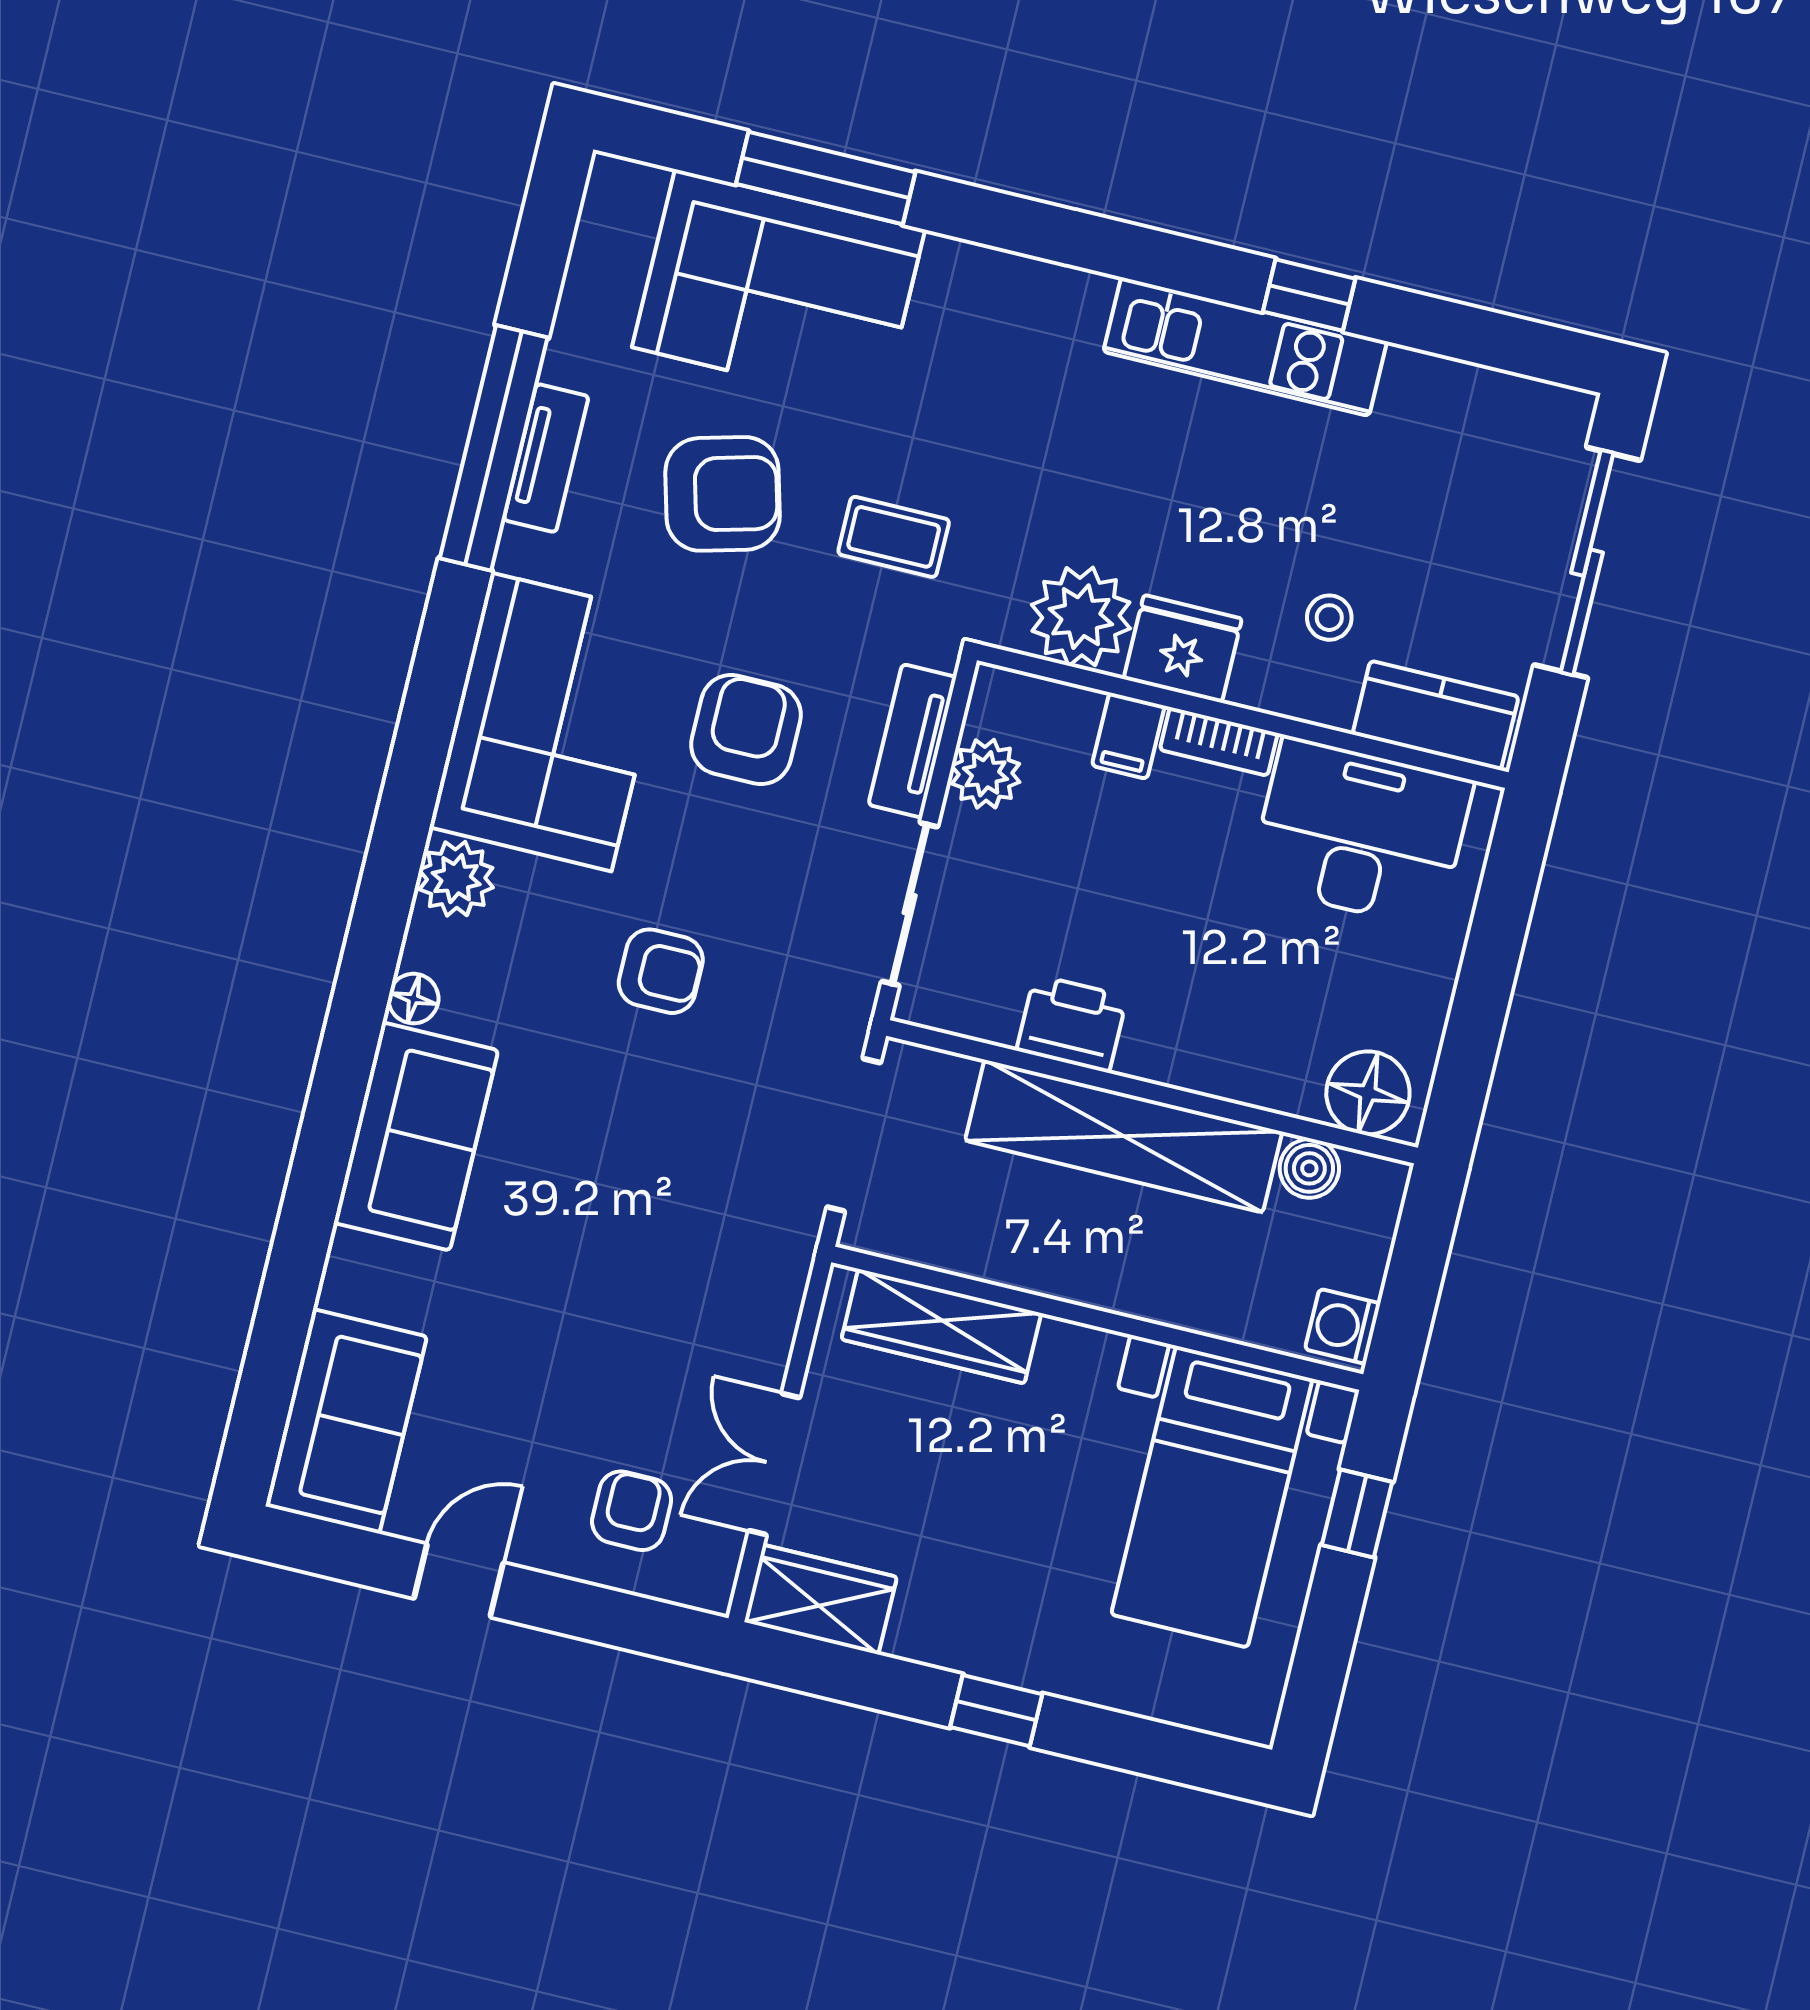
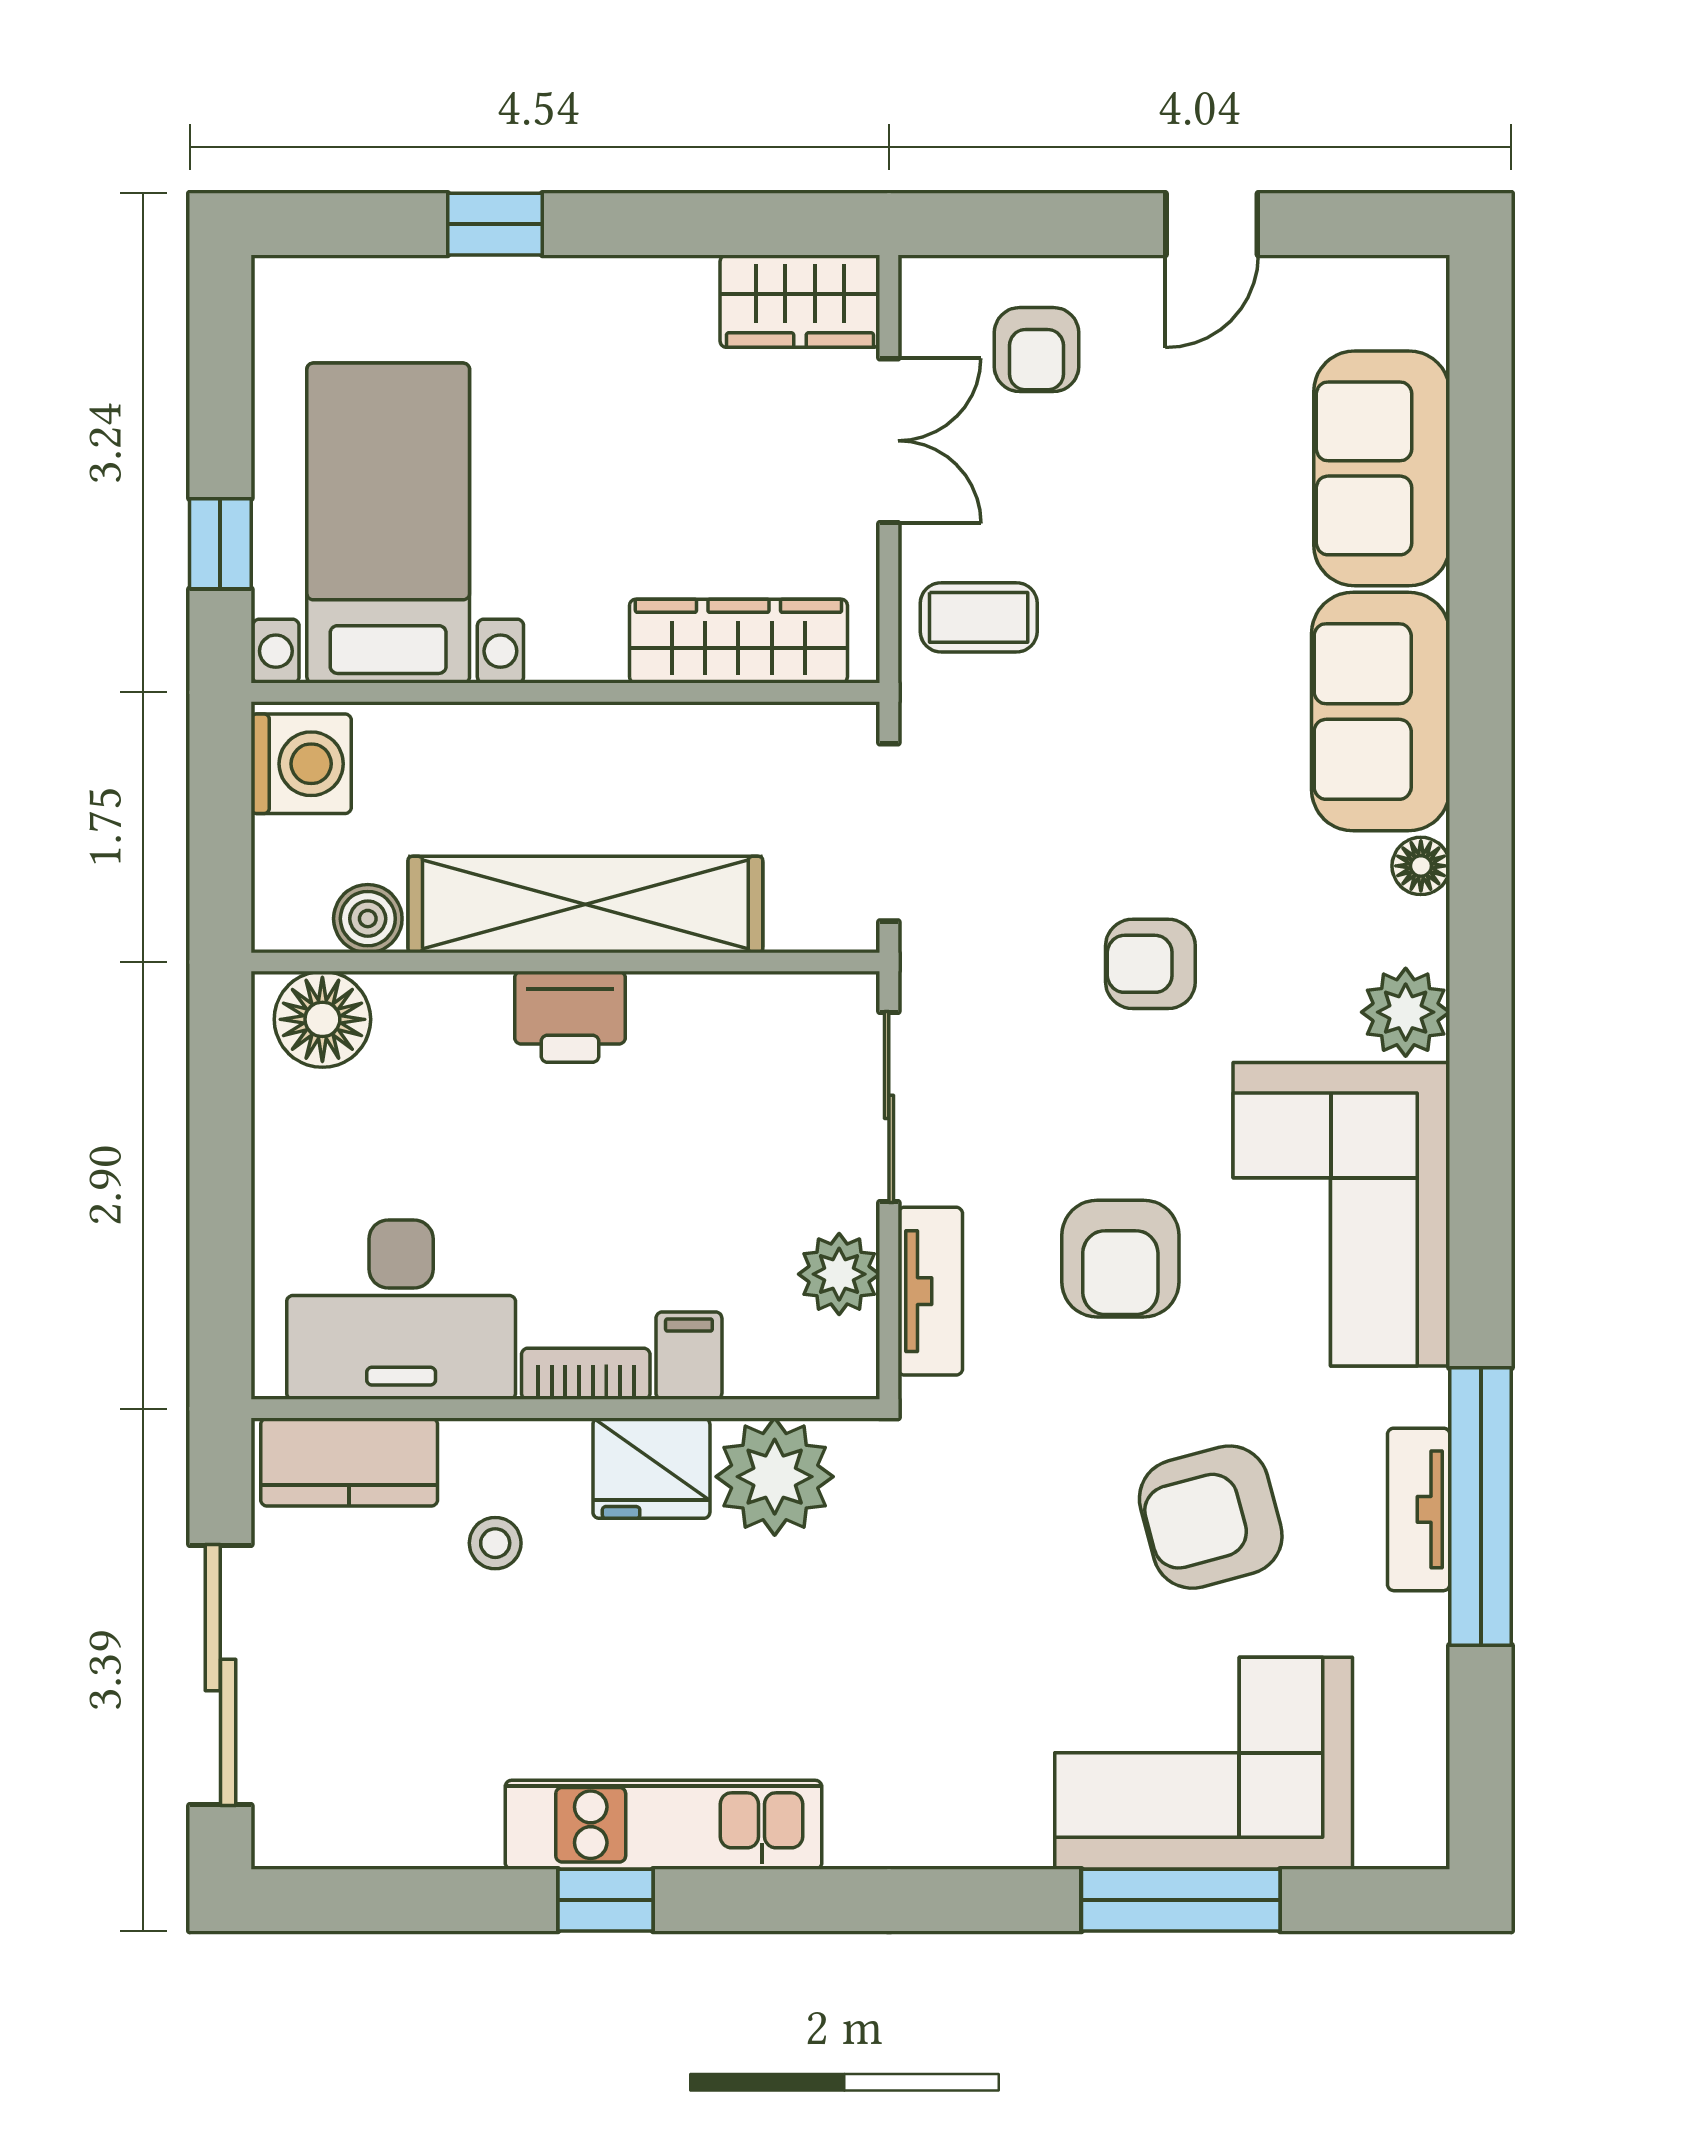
coffee table: (894, 537) -> (979, 617), moved
printer: (1072, 1024) -> (570, 1017), moved
washing machine: (1343, 1326) -> (301, 764), width x1.38, depth x1.38
sofa: (346, 1421) -> (1382, 468), moved
window: (996, 1711) -> (495, 224), moved

